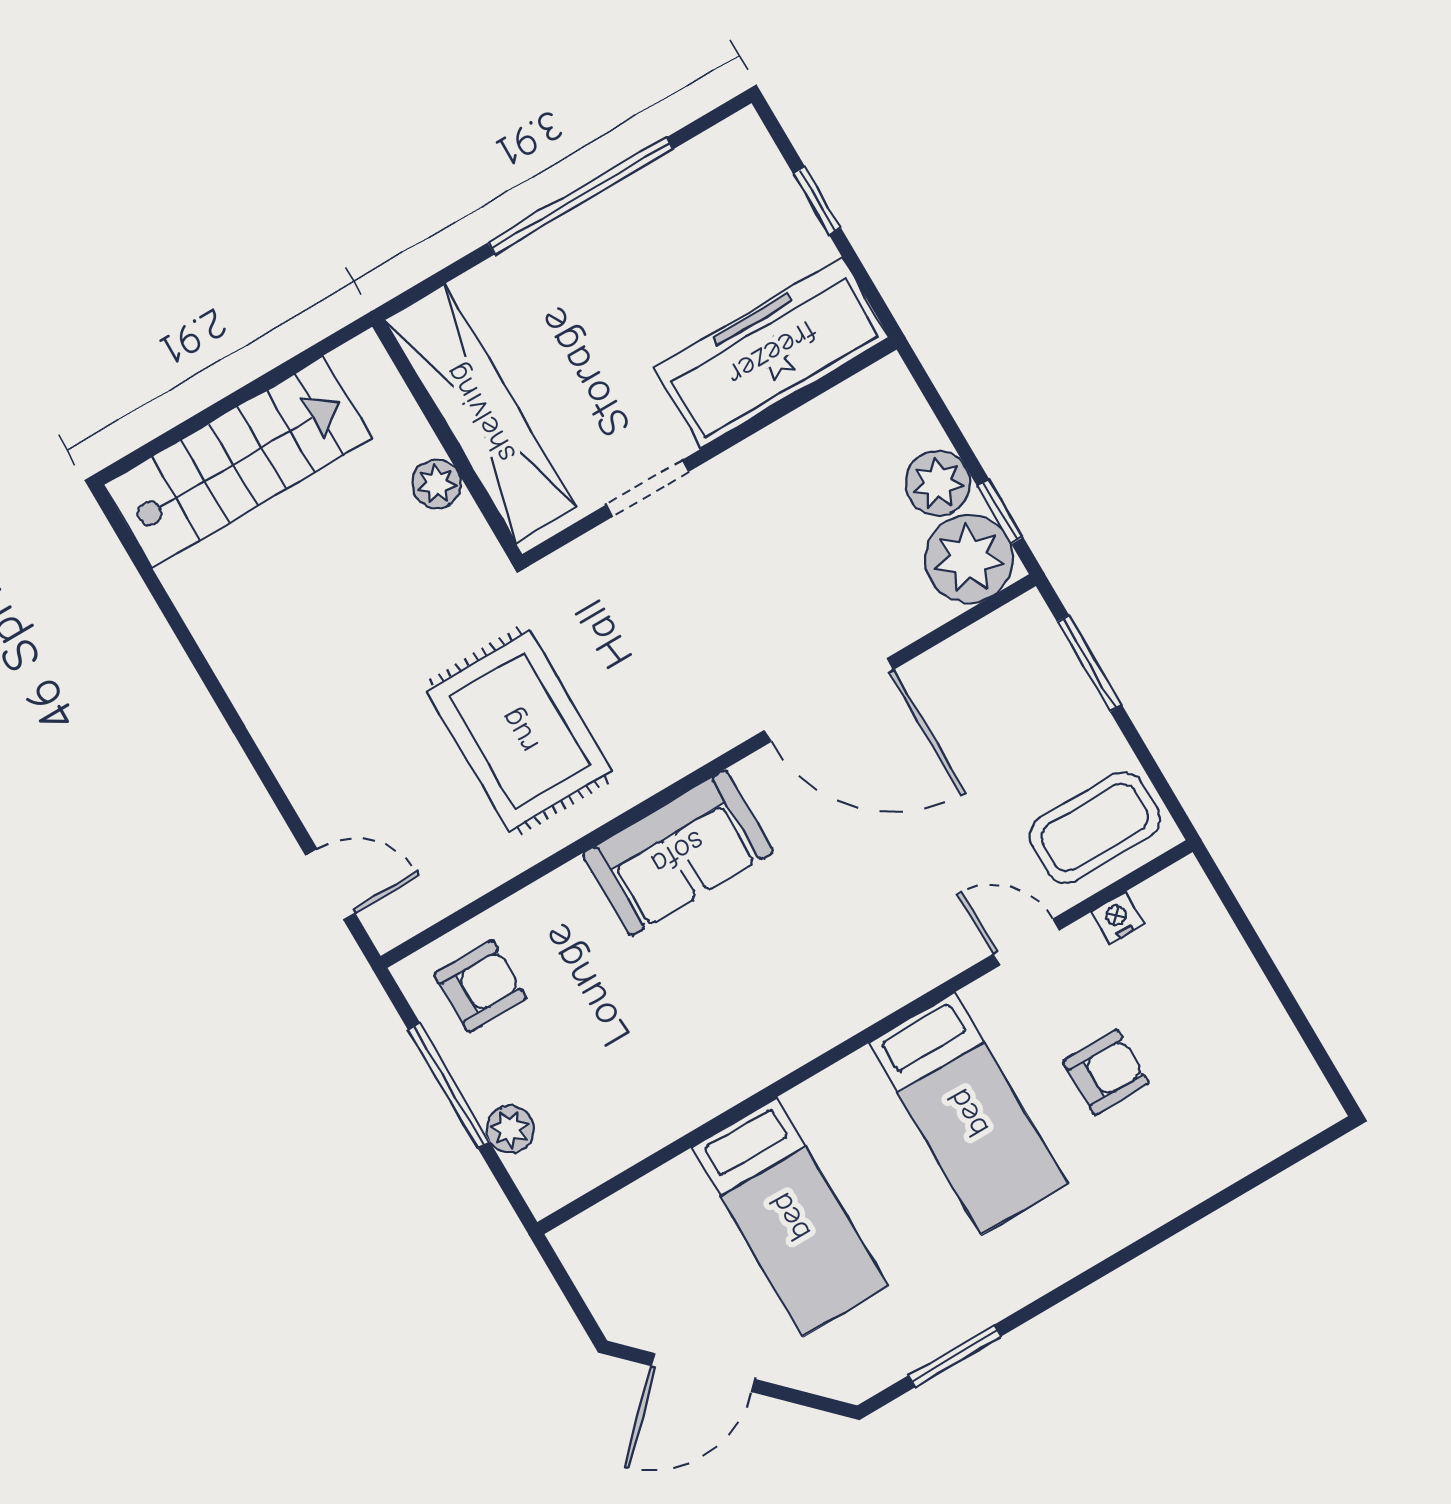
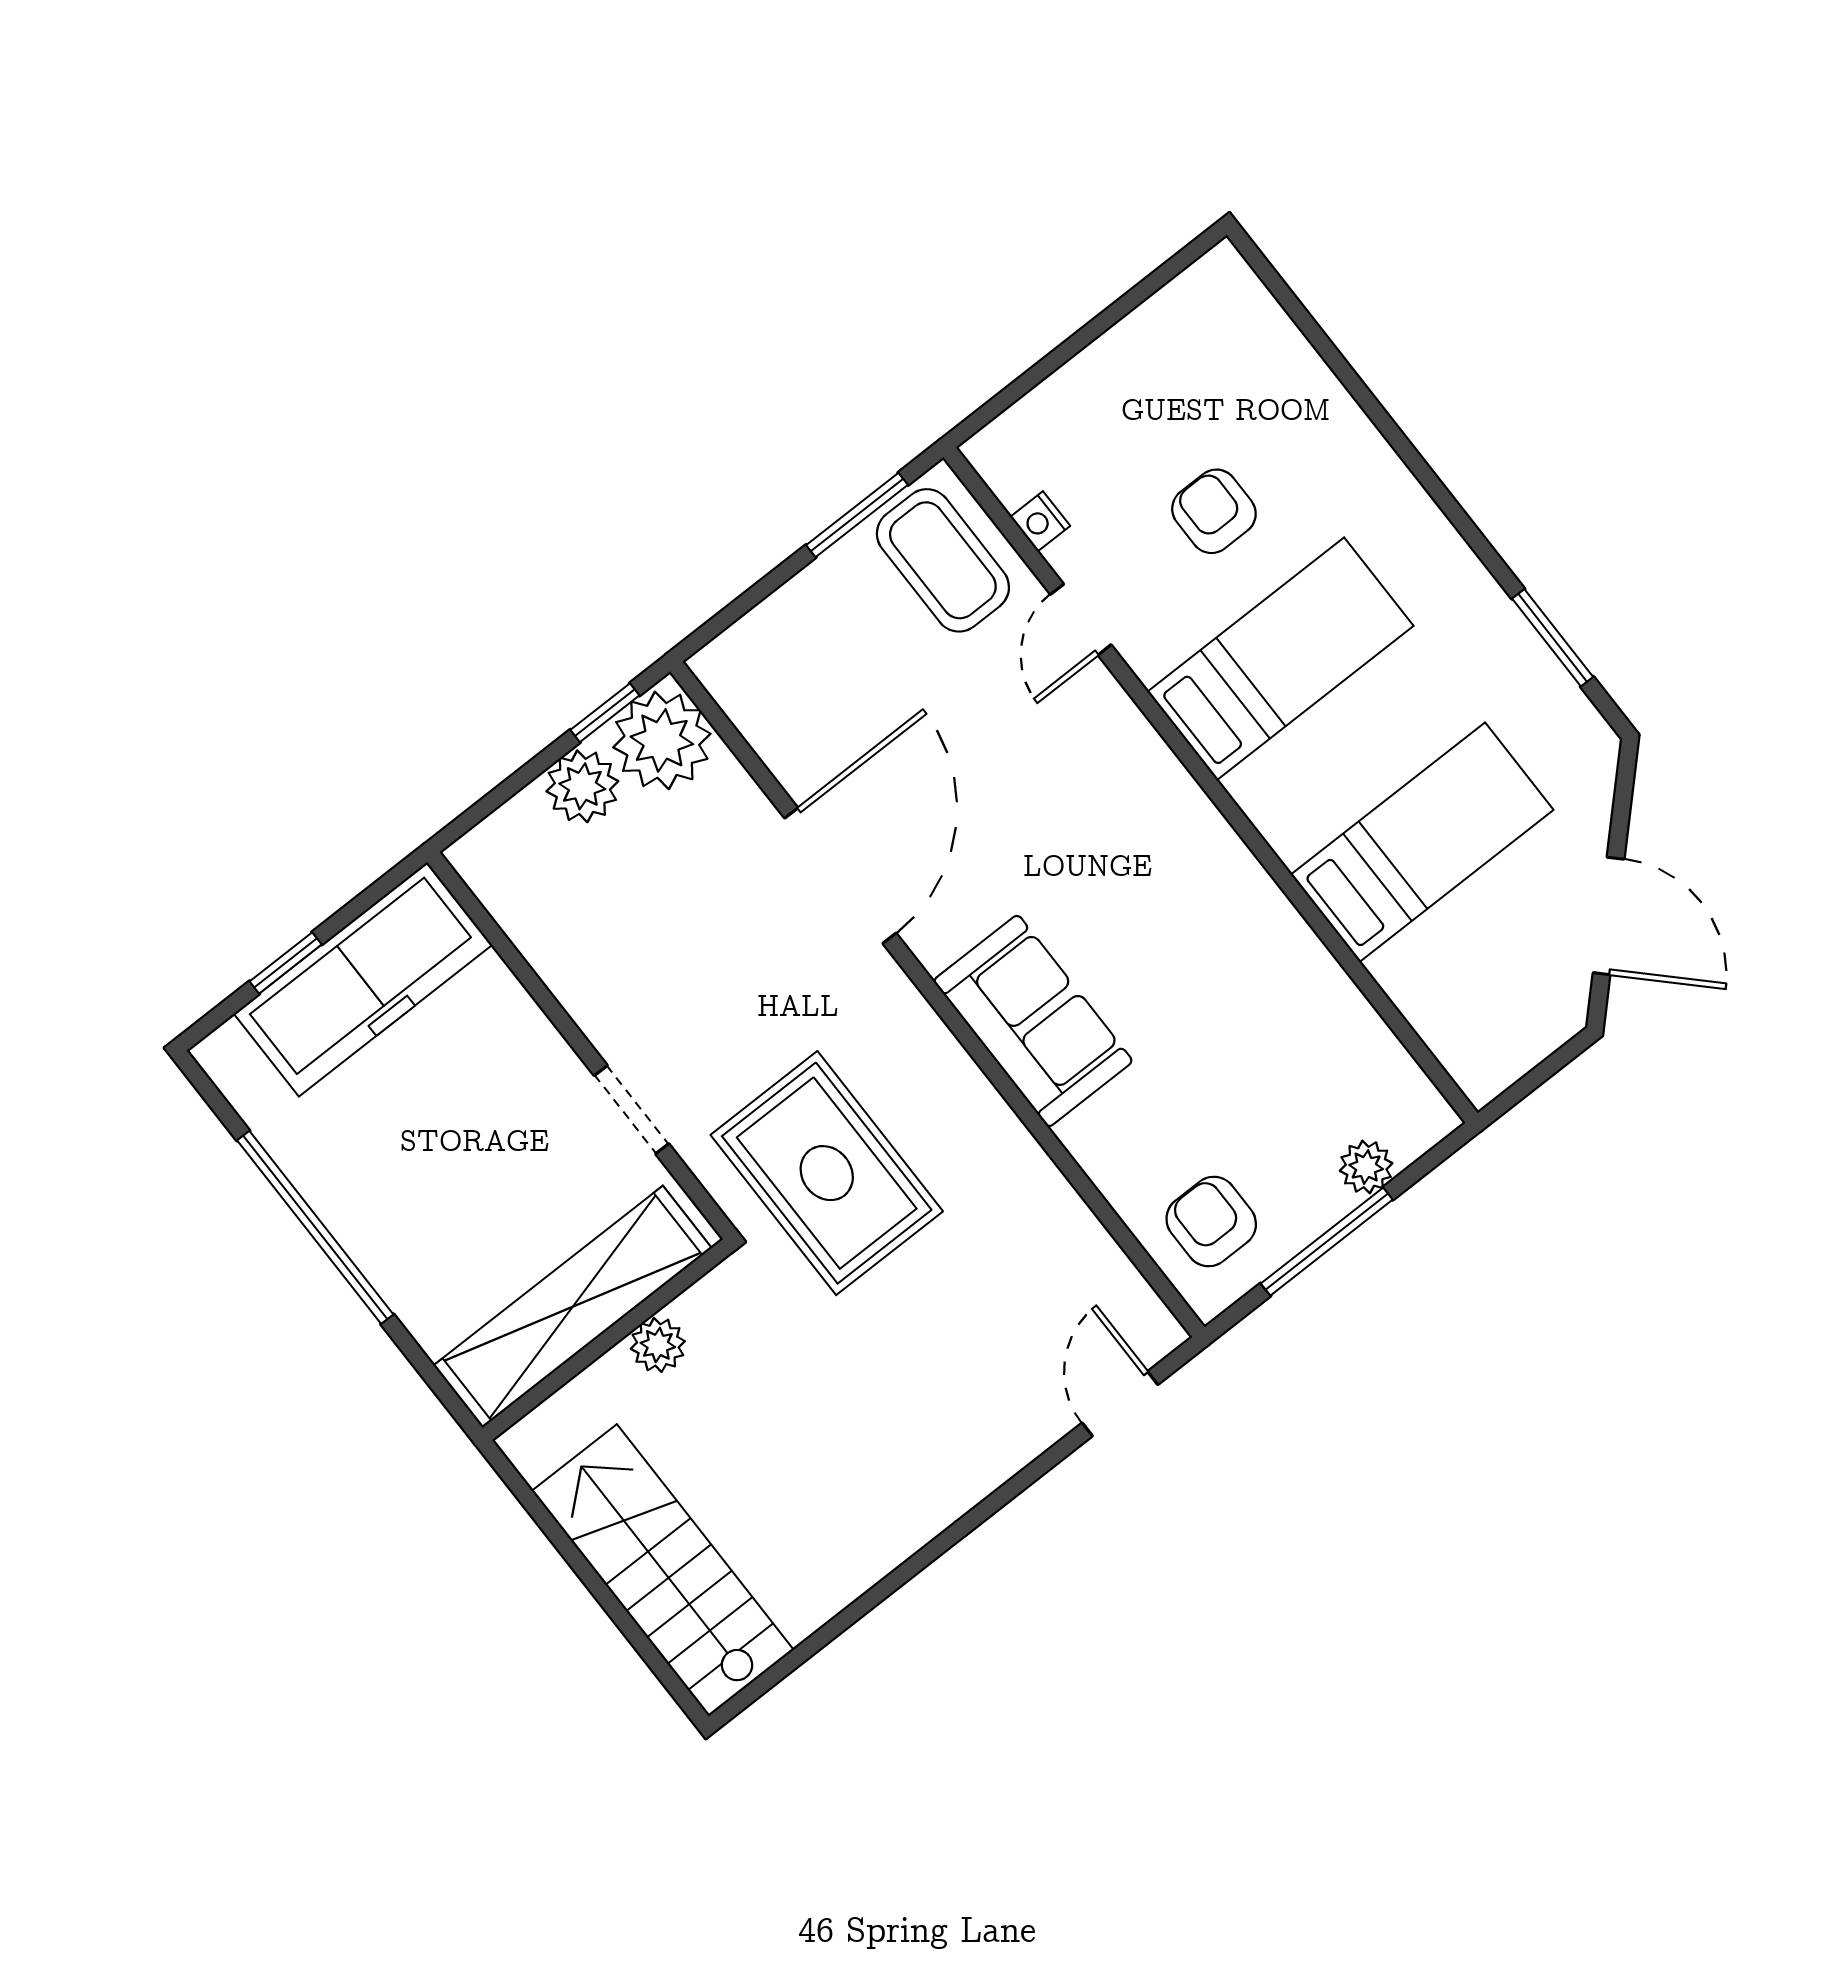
freezer: (772, 353) -> (363, 979), moved, turned -90
window: (1090, 663) -> (857, 515), moved
rug: (519, 731) -> (827, 1173), moved, turned 90

